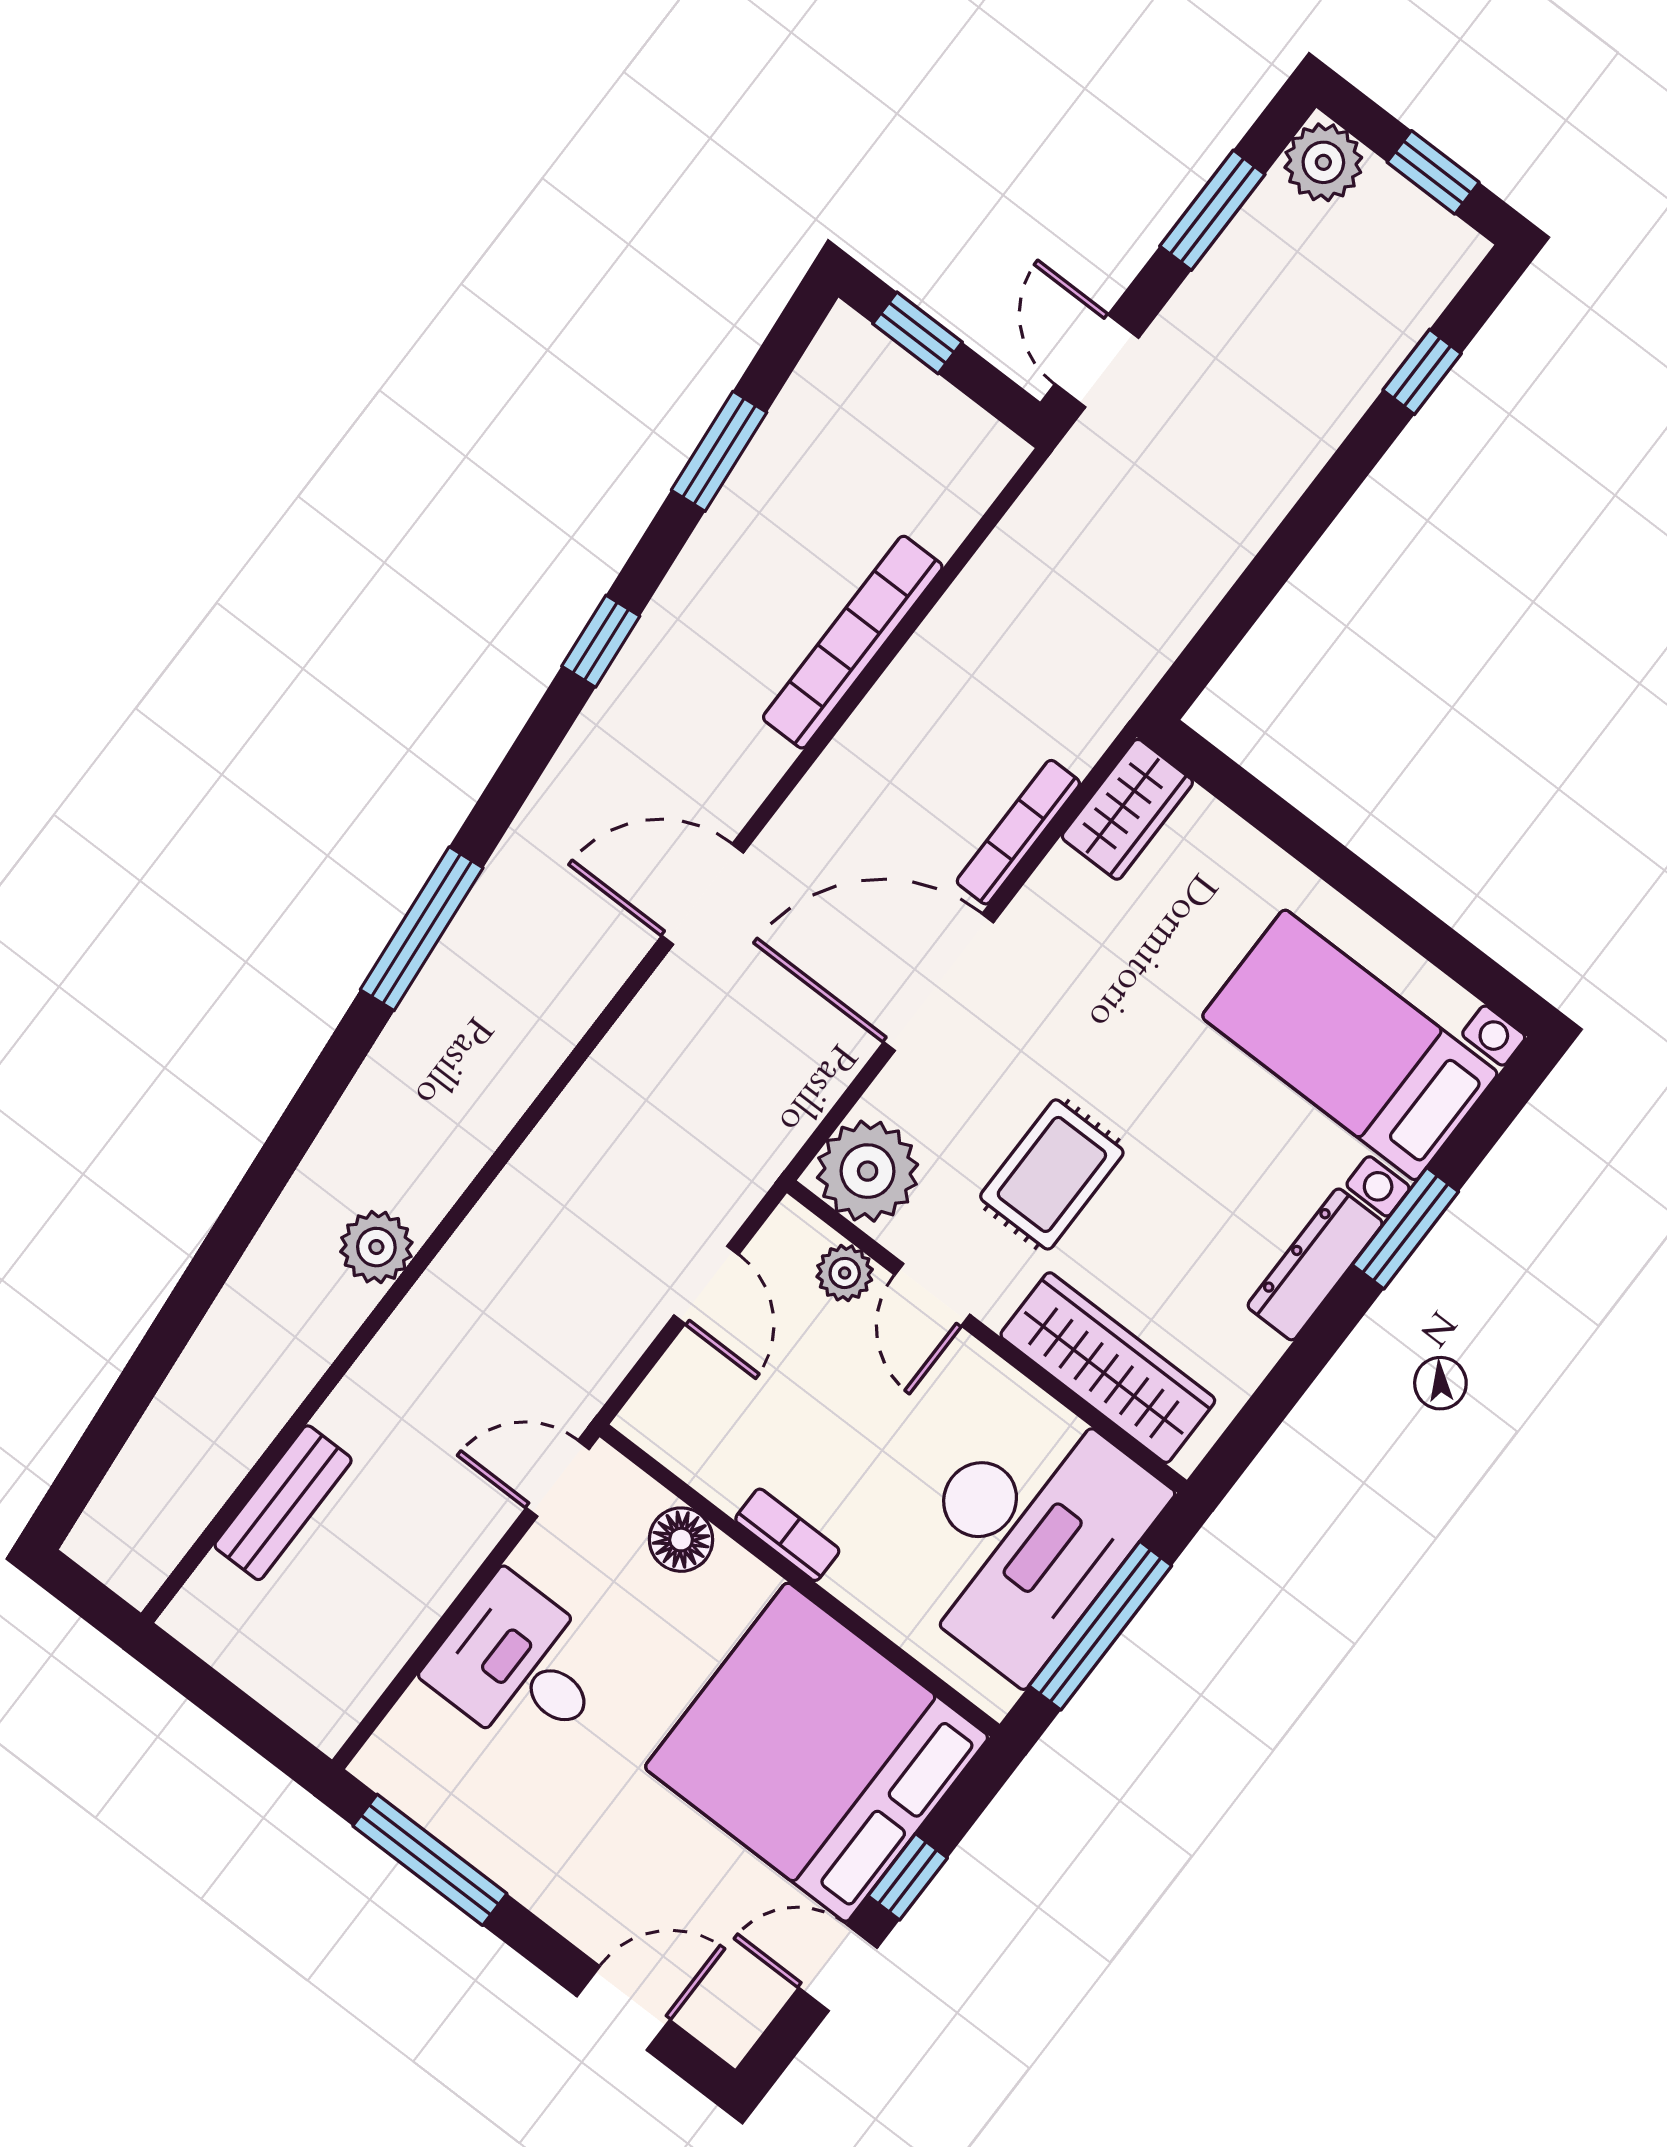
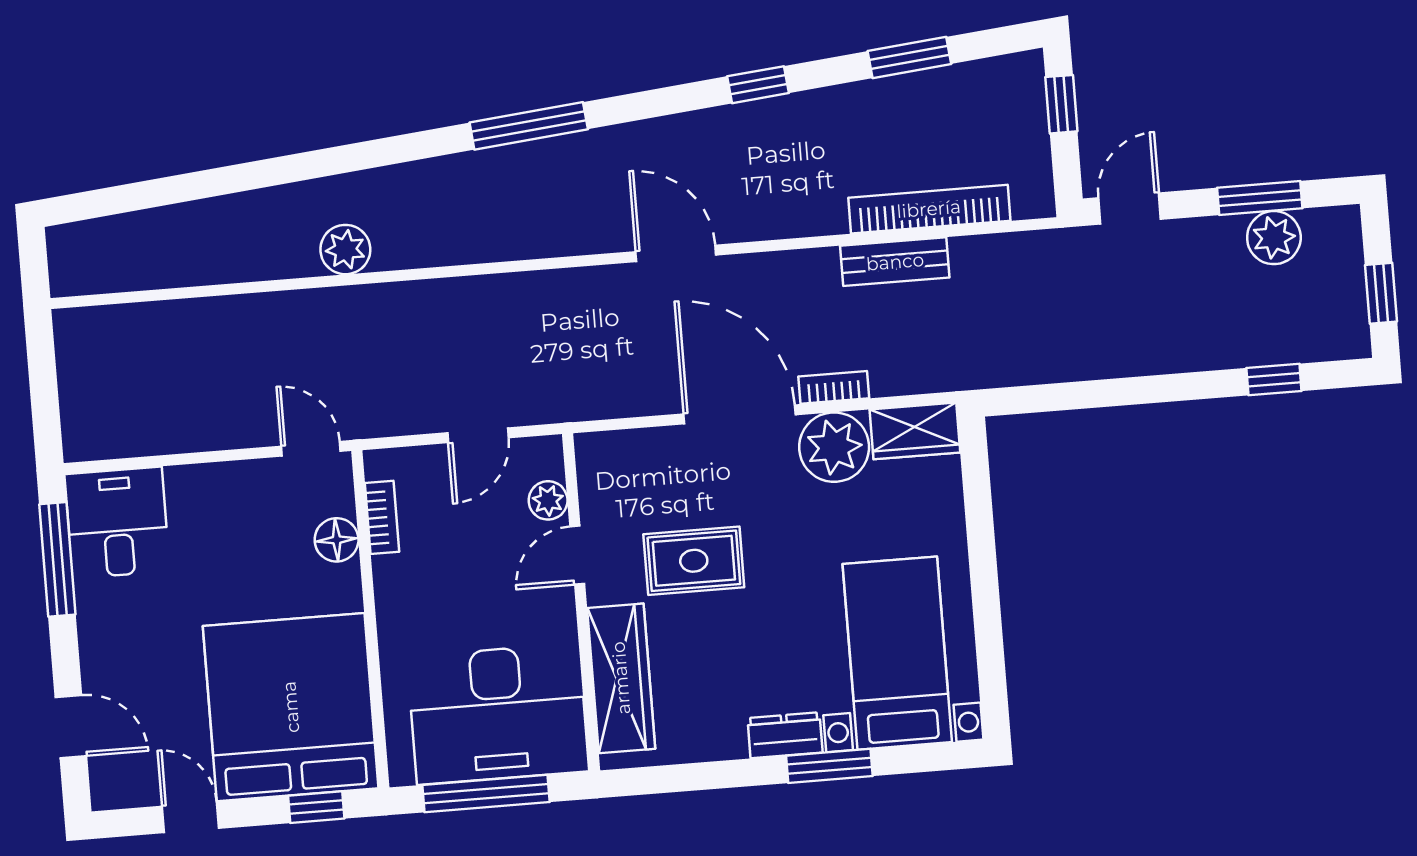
plant: (1323, 162) -> (1274, 238), moved
bookcase: (853, 642) -> (929, 209), moved
bookcase: (1018, 832) -> (834, 387), width x0.64
plant: (868, 1171) -> (834, 447), moved
dresser: (1315, 1264) -> (785, 735), width x0.70
bench: (283, 1503) -> (895, 262), moved
bookcase: (787, 1535) -> (382, 517), moved
desk: (520, 1666) -> (117, 523), moved
window: (908, 1877) -> (316, 807), moved

